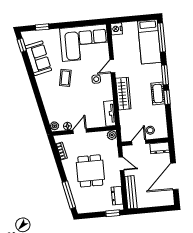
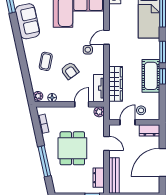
coffee table: (65, 78) -> (46, 61), moved
wardrobe: (123, 94) -> (116, 84), moved
cot: (158, 94) -> (151, 76), width x1.37, depth x1.34
armchair: (81, 100) -> (70, 71), added
door: (80, 131) -> (82, 104), moved
window: (69, 195) -> (44, 161), moved

